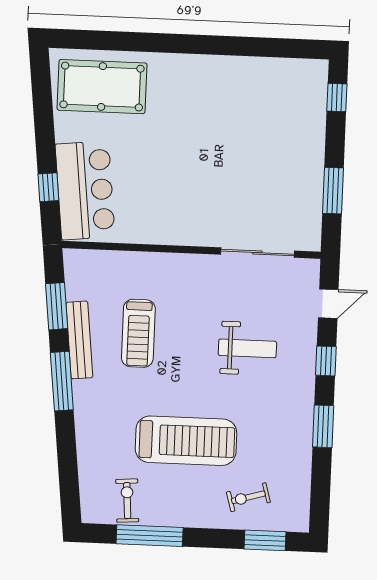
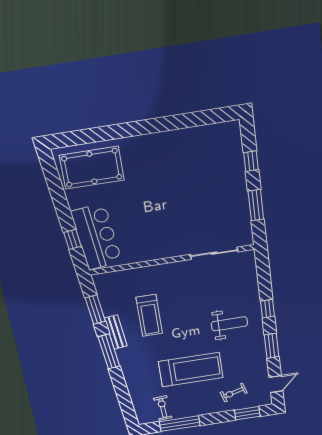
window: (337, 98) -> (251, 161), moved
door: (328, 304) -> (276, 384), moved
bench: (79, 340) -> (116, 332), width x0.73
weight bench: (247, 348) -> (229, 324), moved

